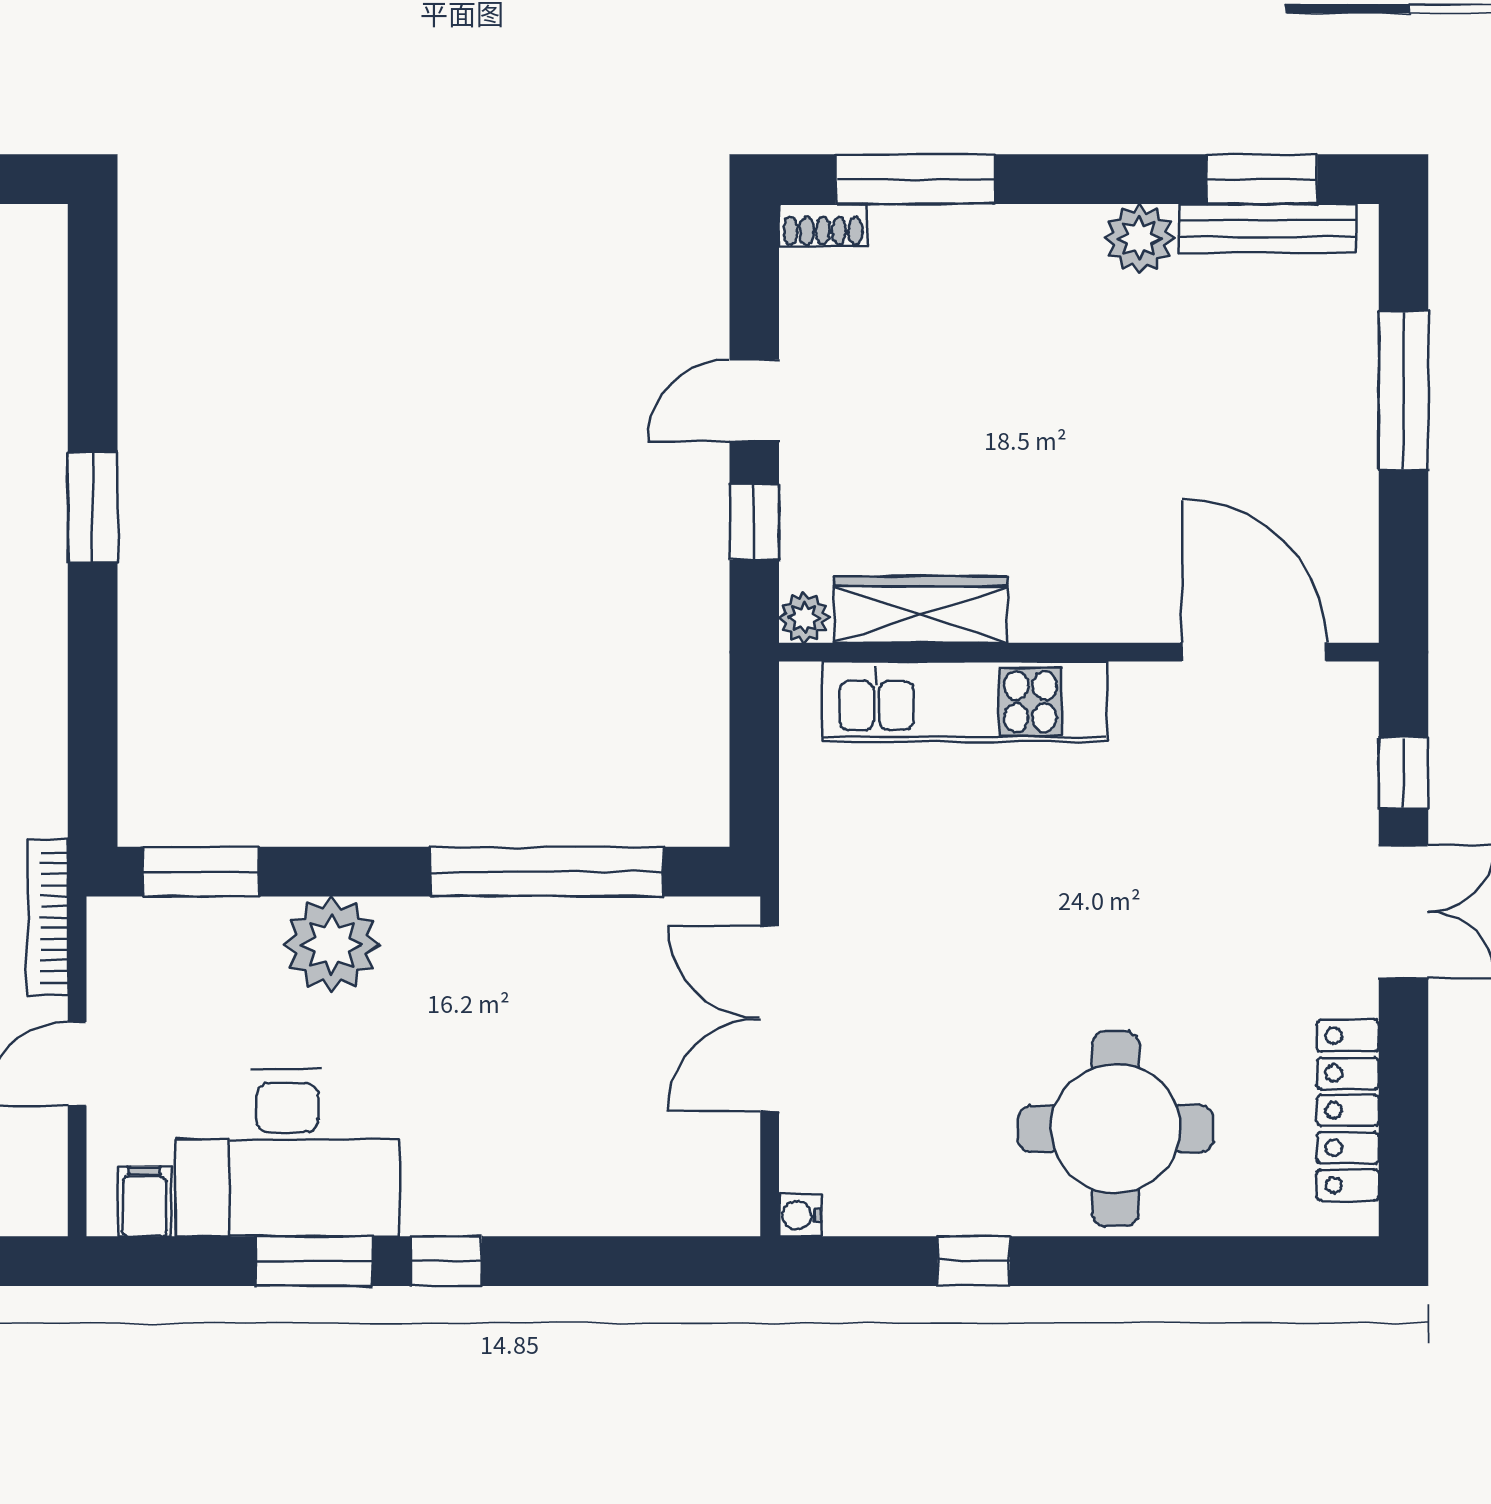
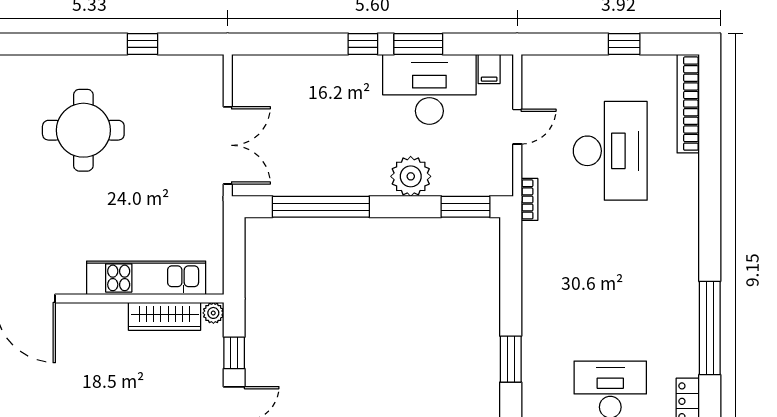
bookcase: (48, 918) -> (529, 199), width x0.64
round table: (1115, 1129) -> (83, 130), moved
water cooler: (800, 1215) -> (215, 63), removed

